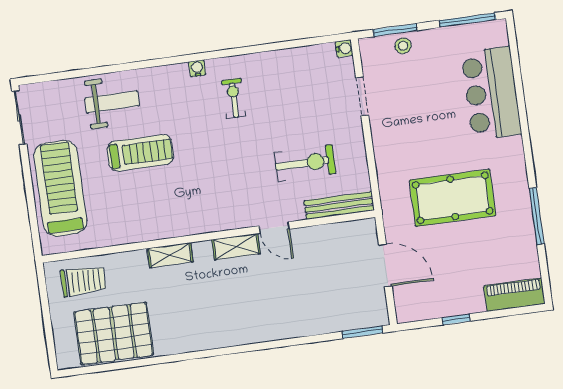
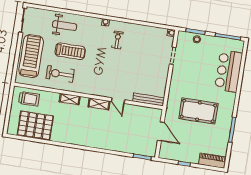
exercise bike: (305, 163) -> (60, 74), moved, turned 180

